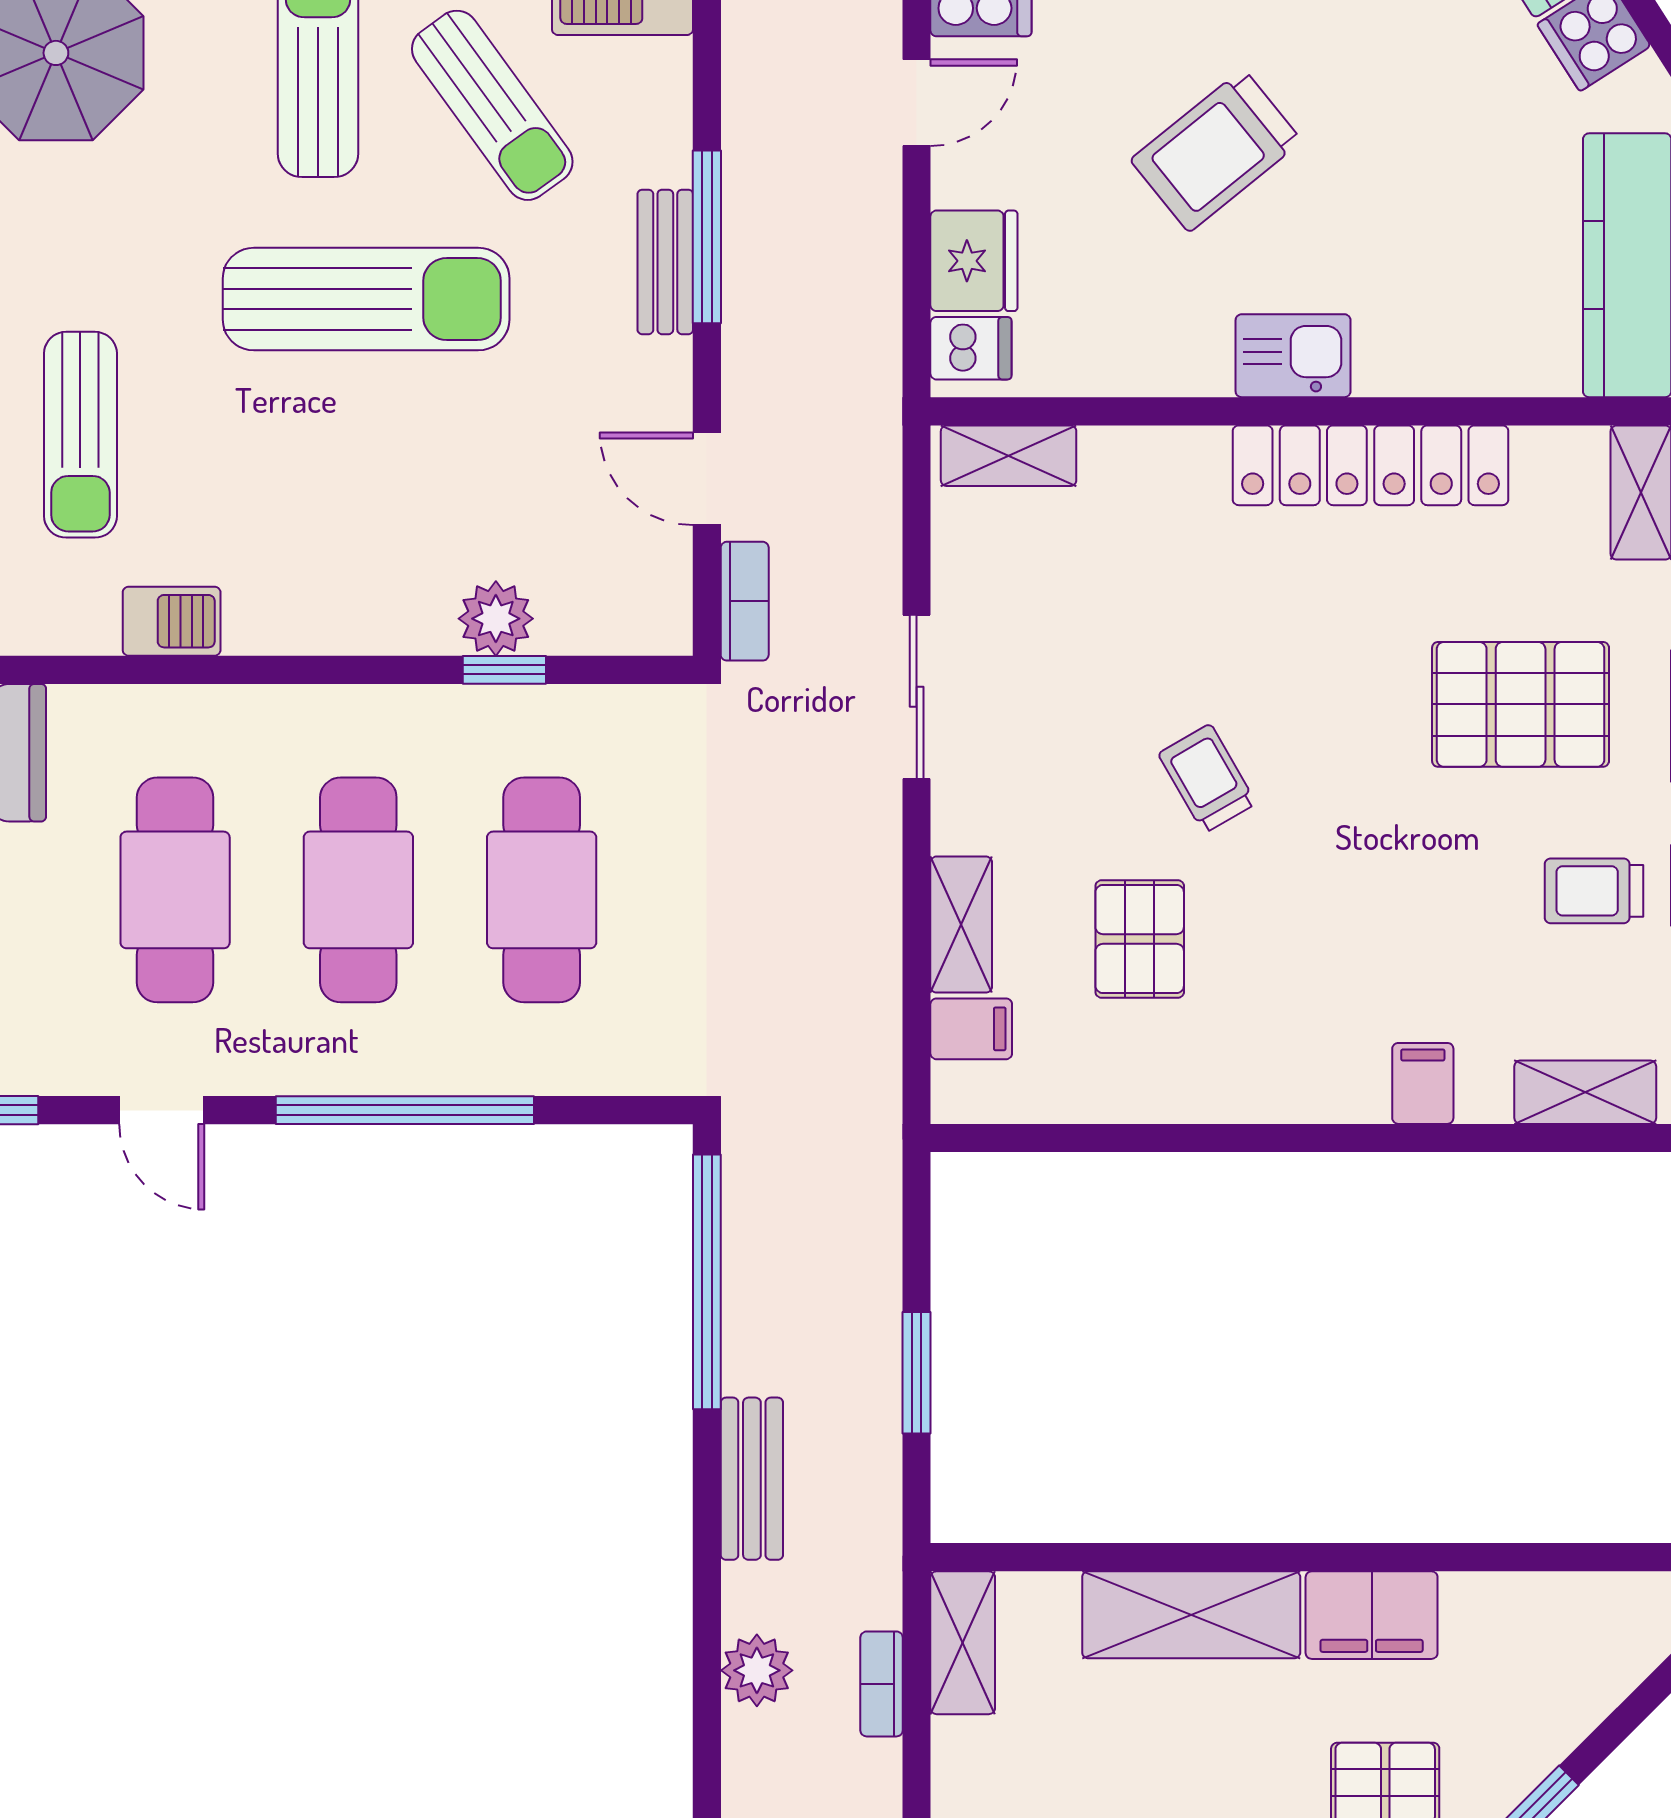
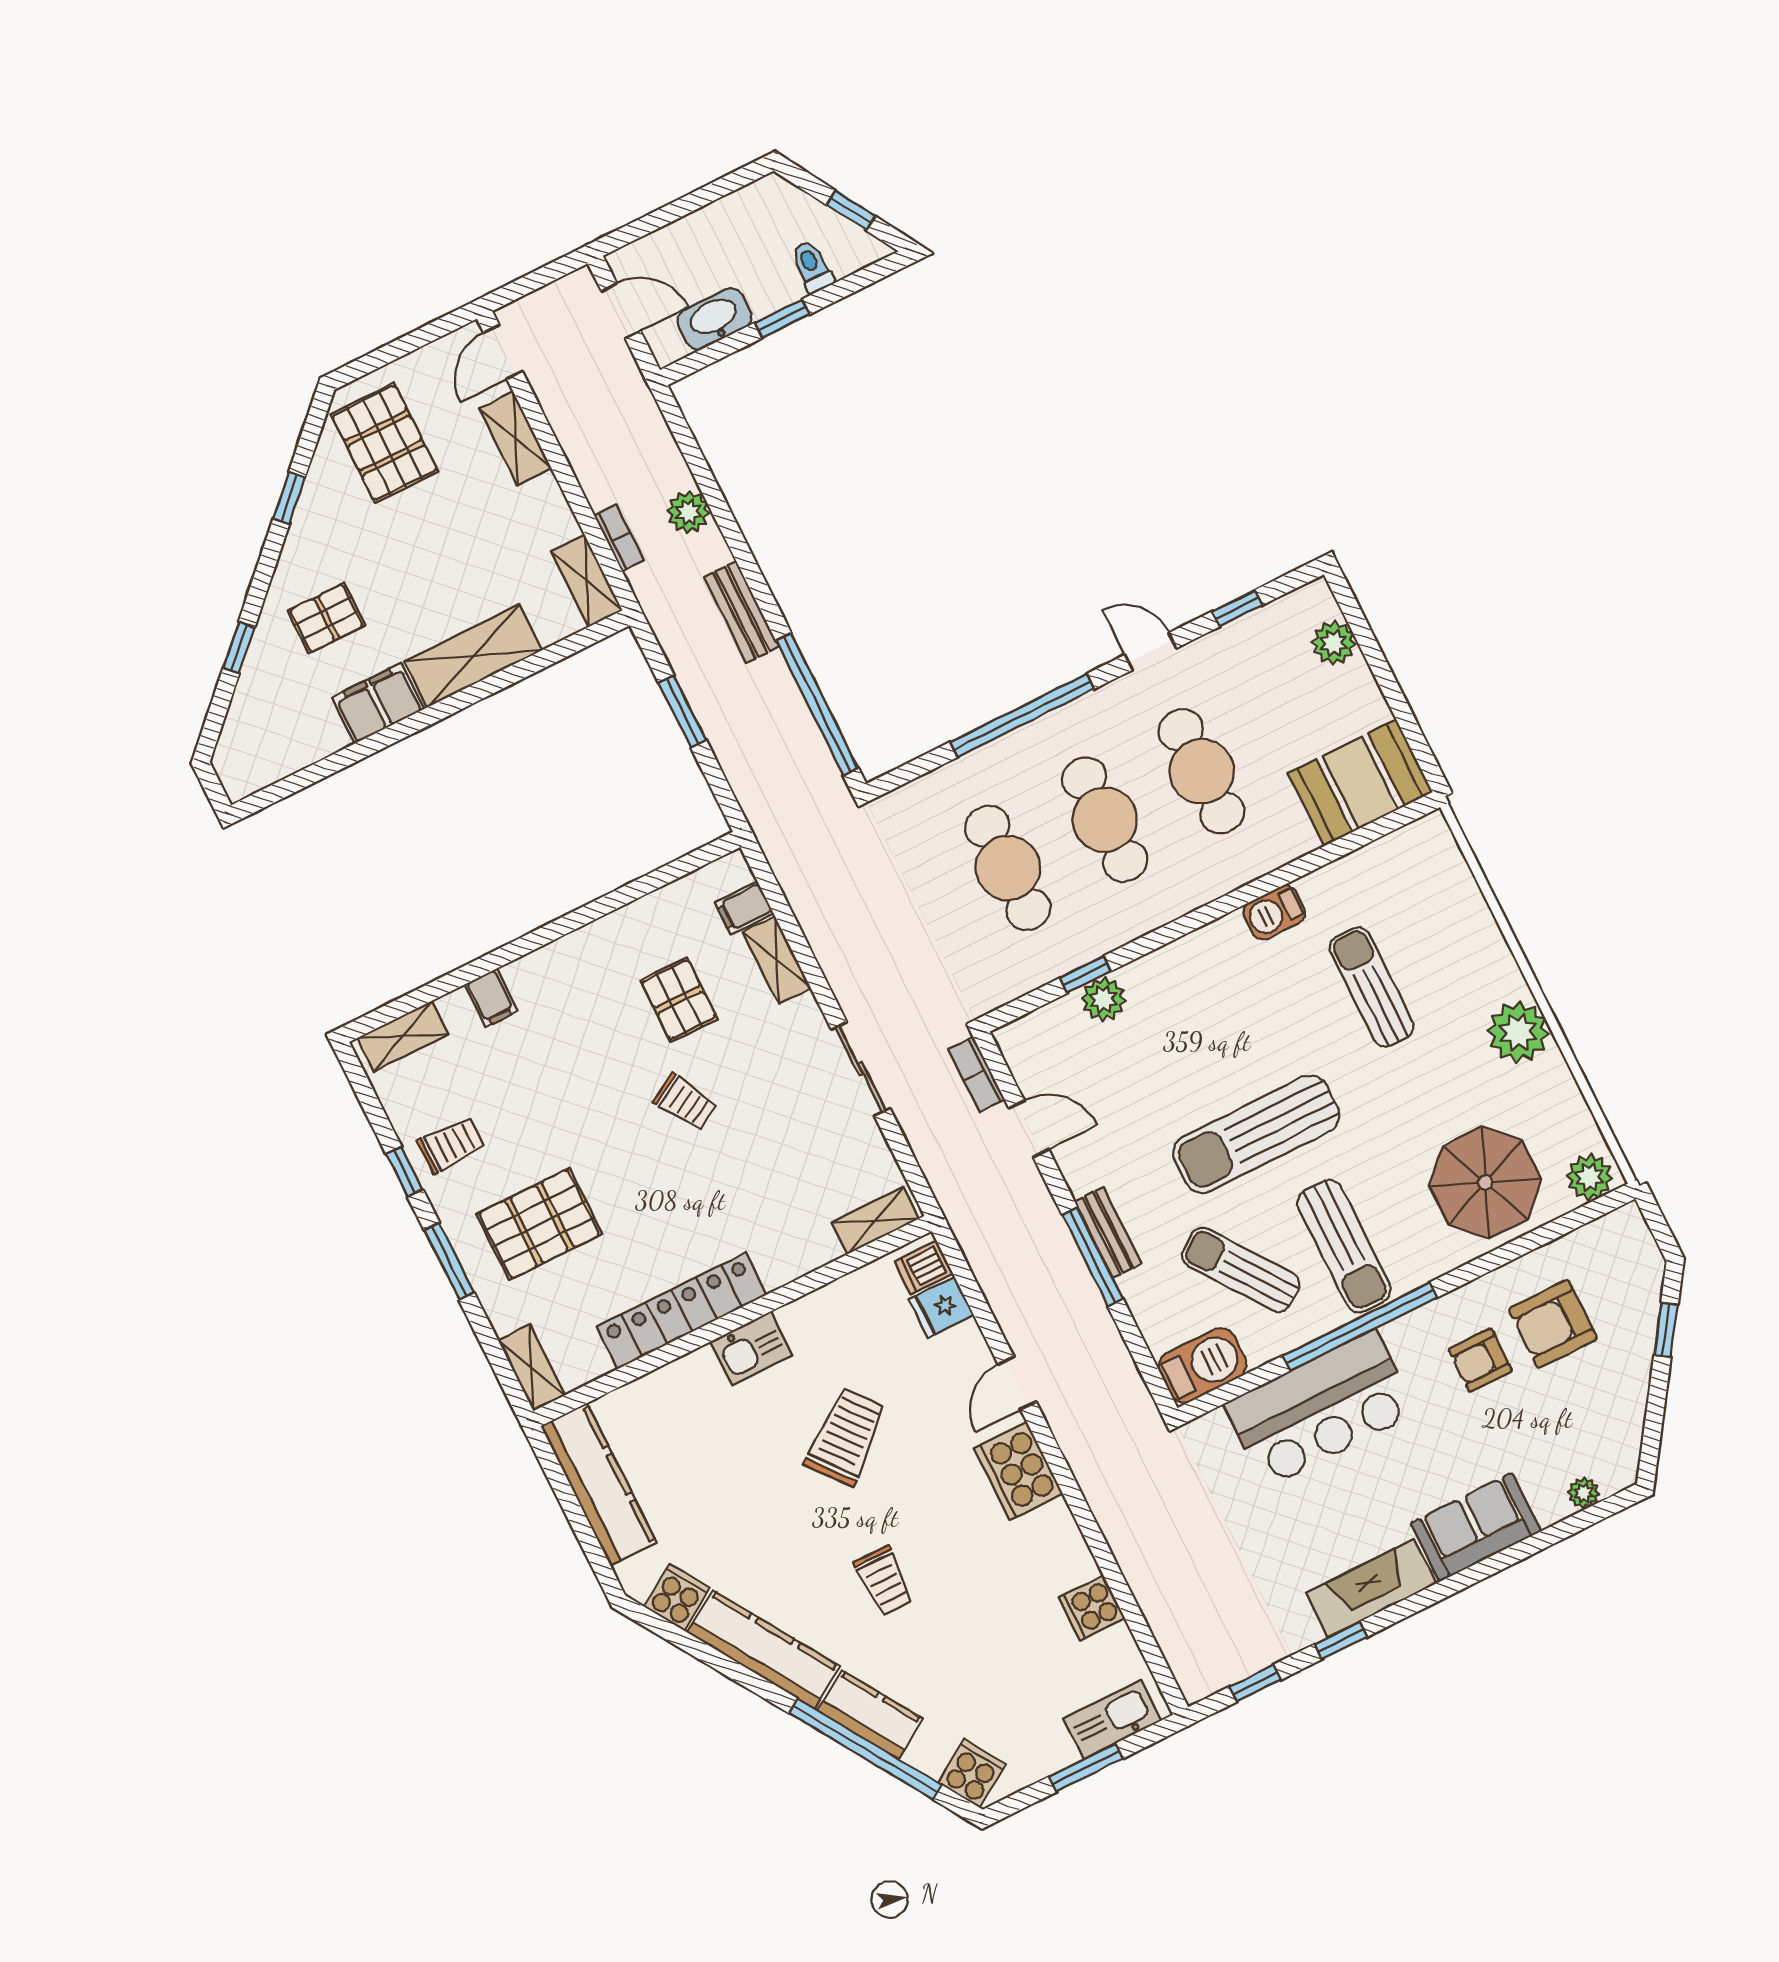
fridge: (974, 261) -> (941, 1307), width x0.72

